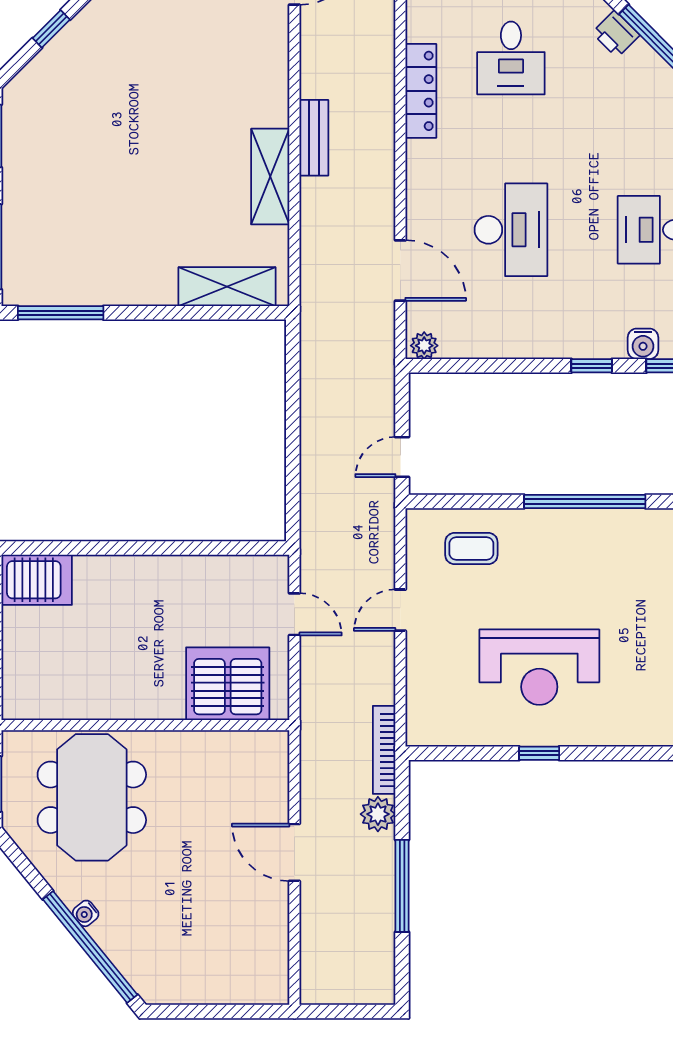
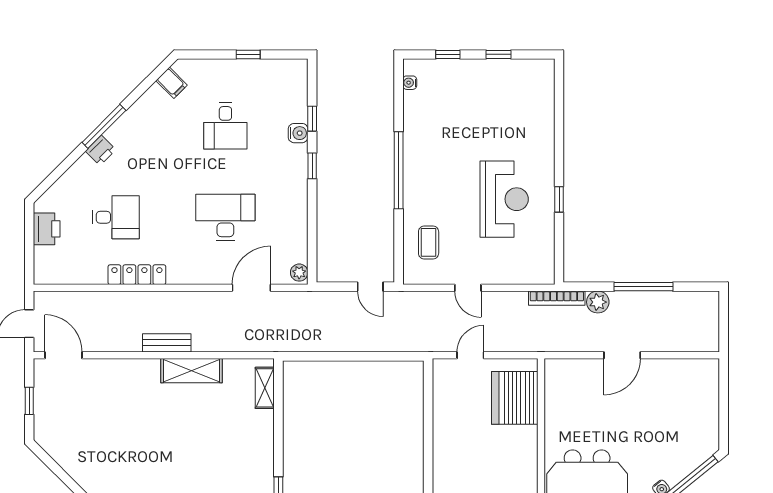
shelving: (227, 287) -> (265, 388), width x0.67, depth x0.75

